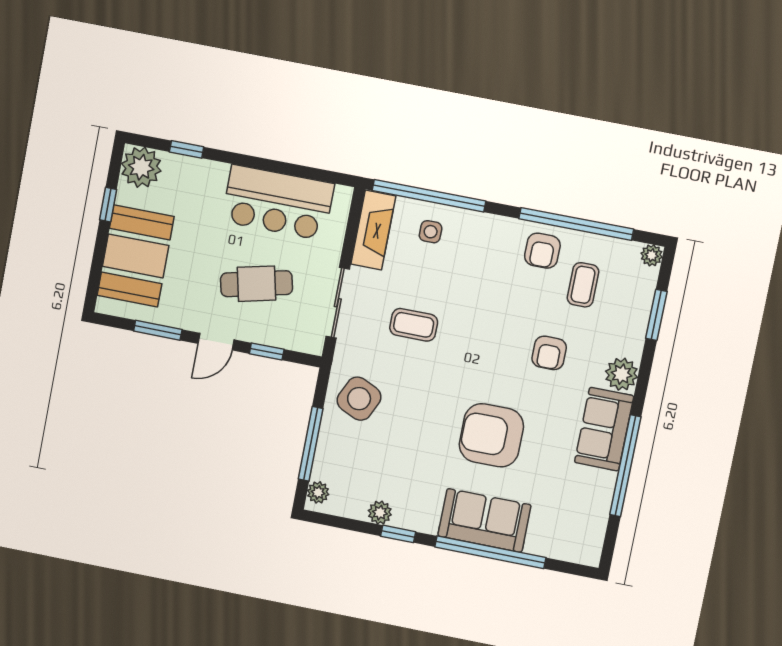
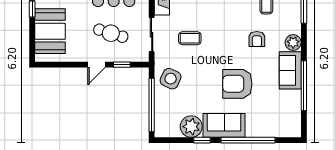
cafe table: (257, 284) -> (111, 33), turned 30
window: (158, 330) -> (67, 65), removed
window: (311, 444) -> (152, 105), width x1.46
plant: (318, 492) -> (160, 128), removed
plant: (380, 513) -> (191, 127), width x1.88, depth x1.88
sofa: (484, 520) -> (224, 125), moved

